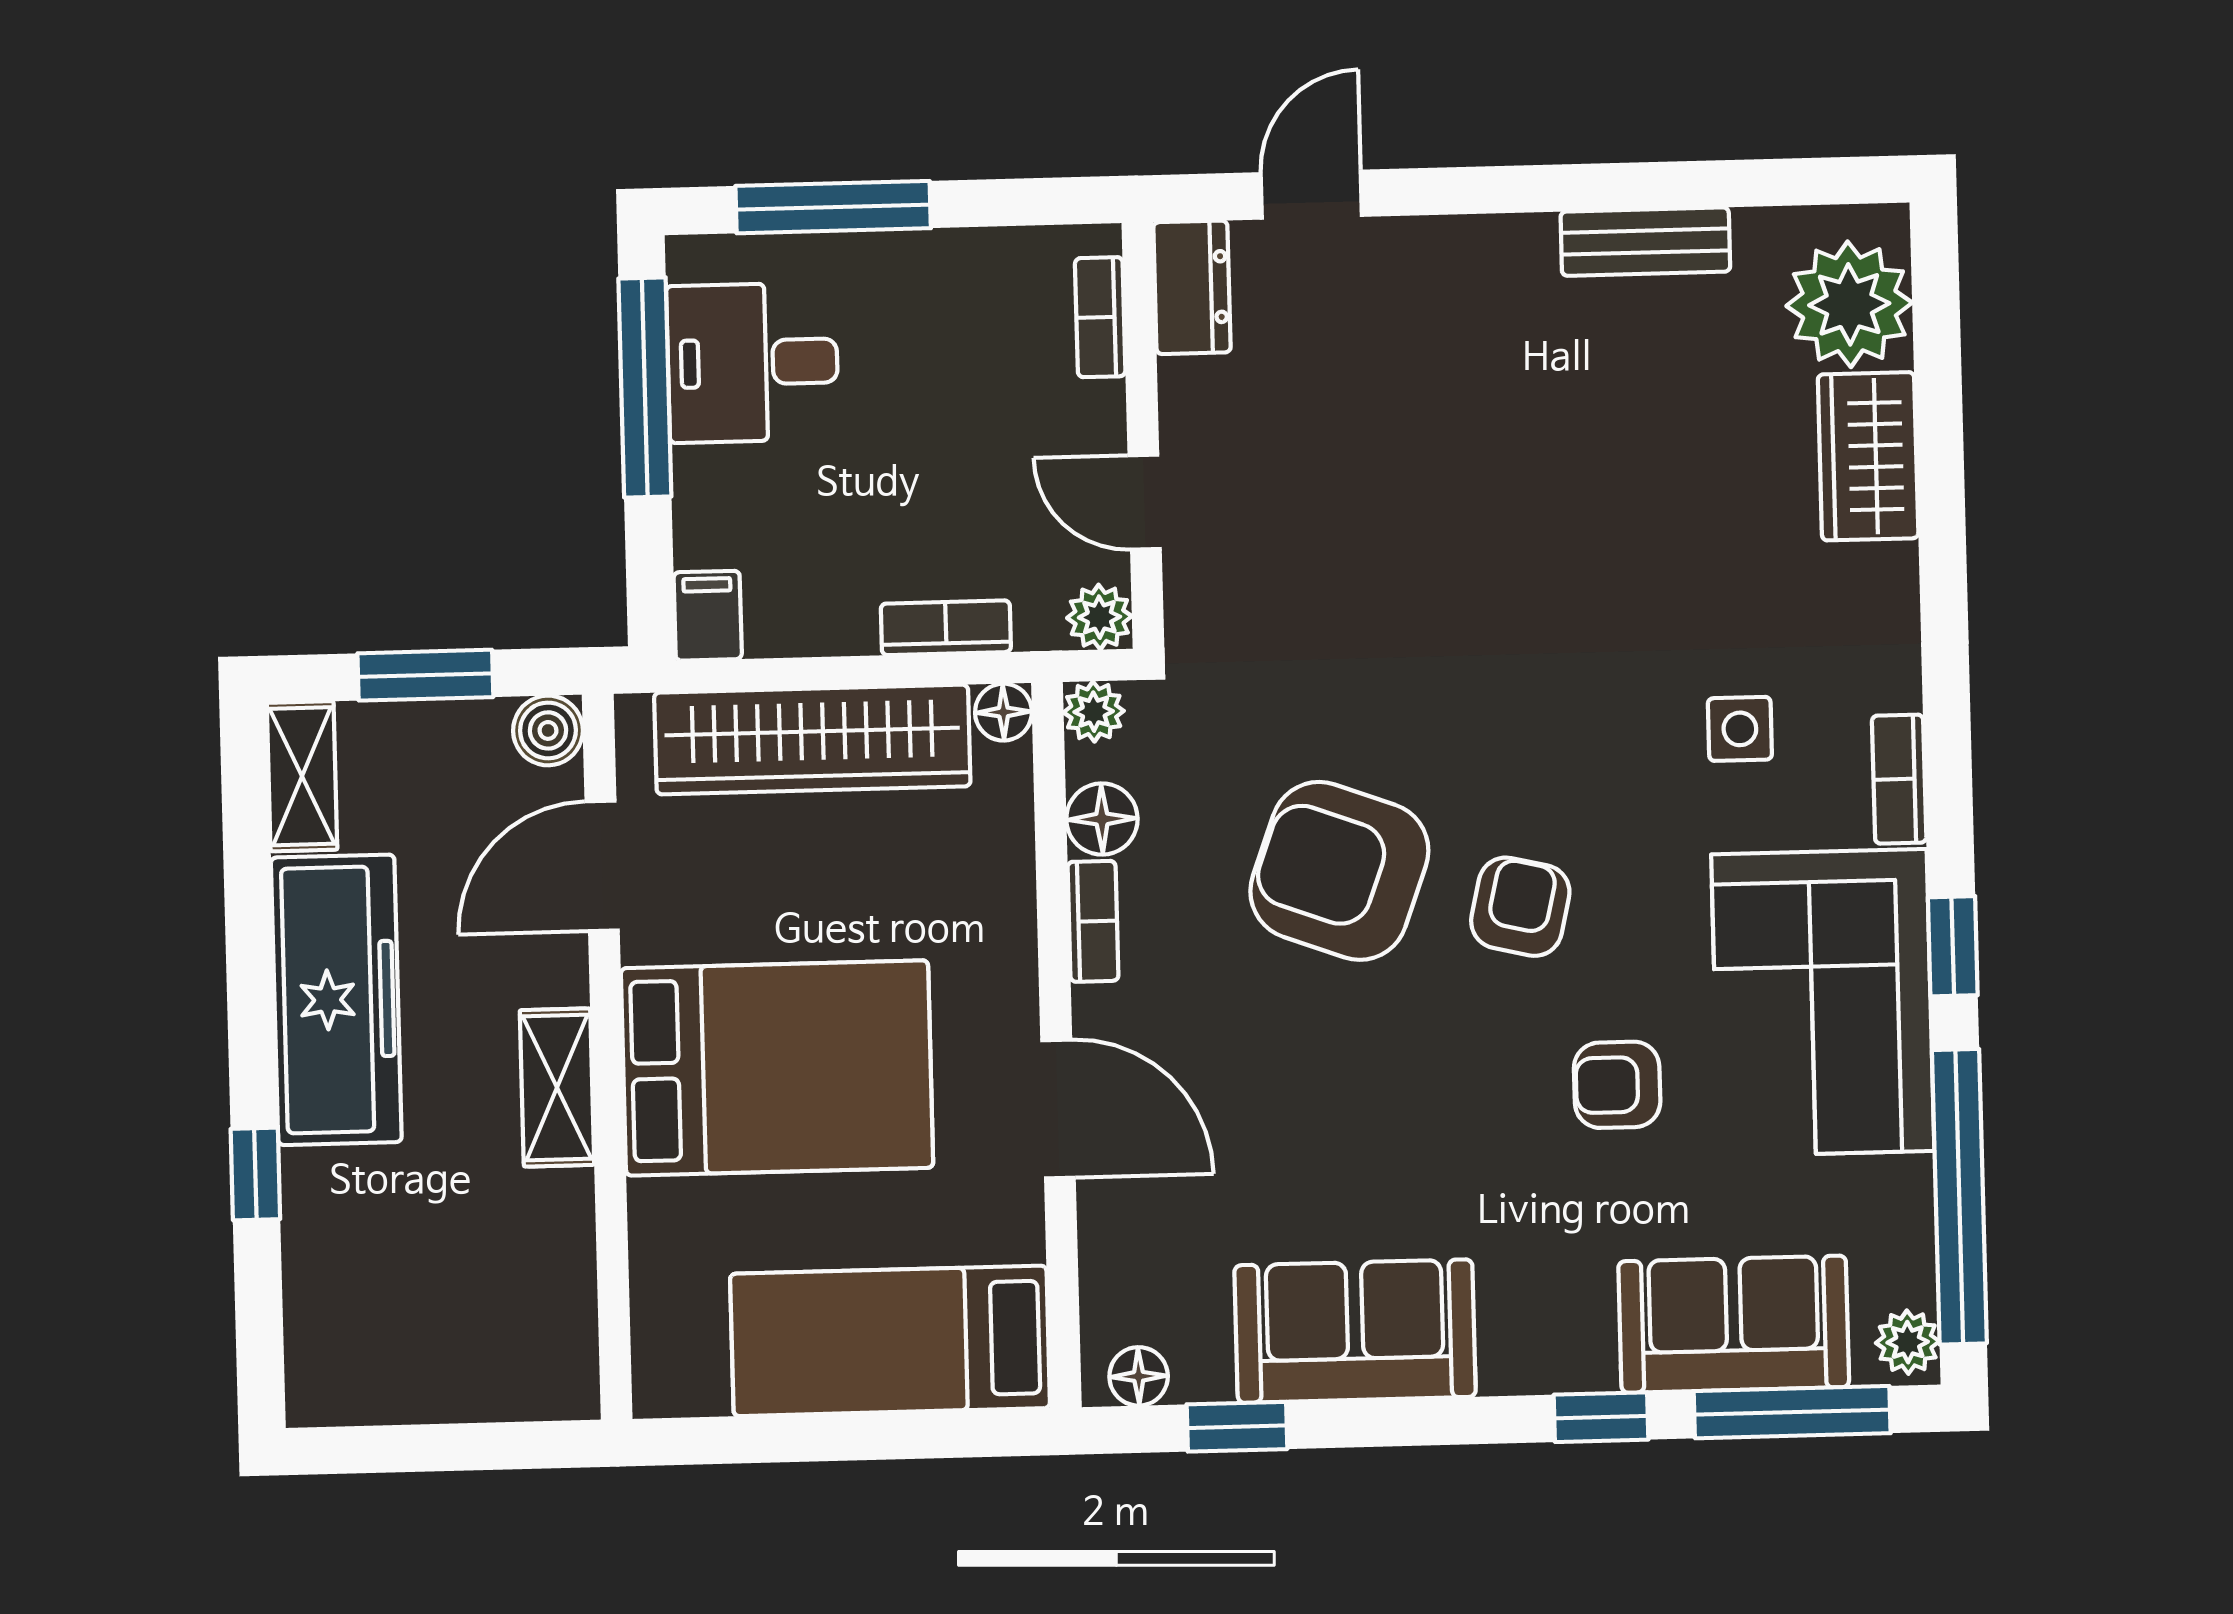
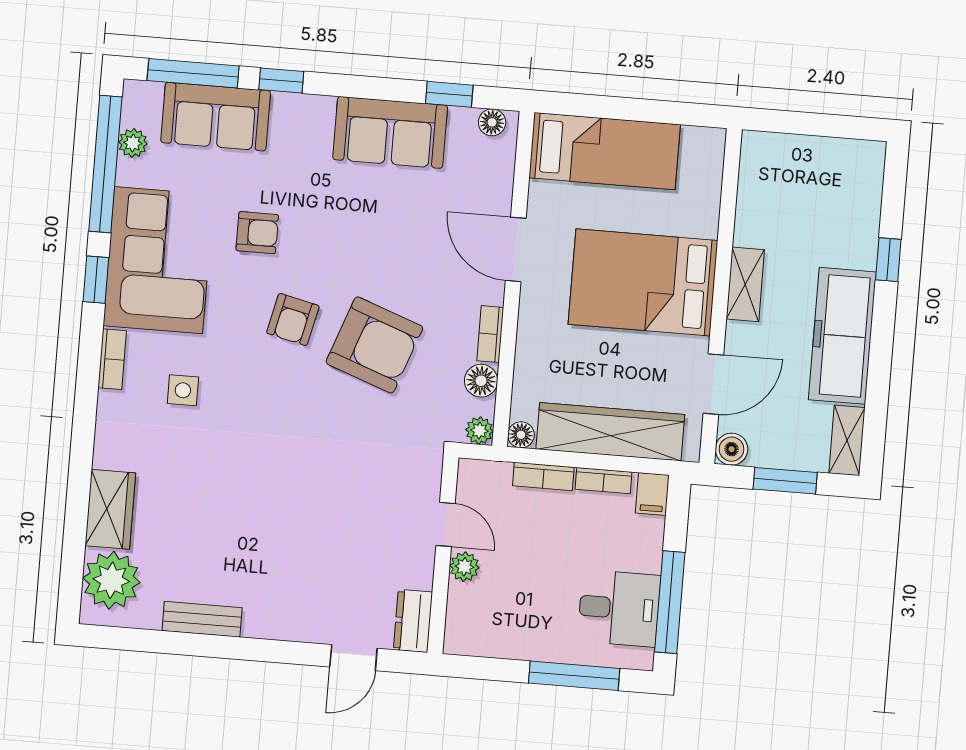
bookcase: (1100, 317) -> (604, 481), moved, turned 90
plant: (1099, 617) -> (464, 567), moved
plant: (1908, 1342) -> (133, 143), moved

